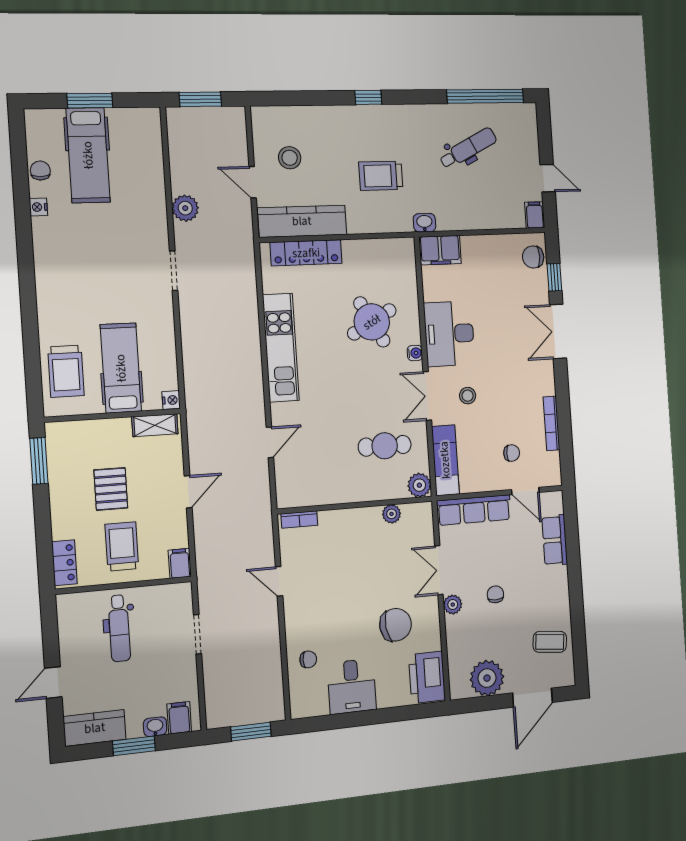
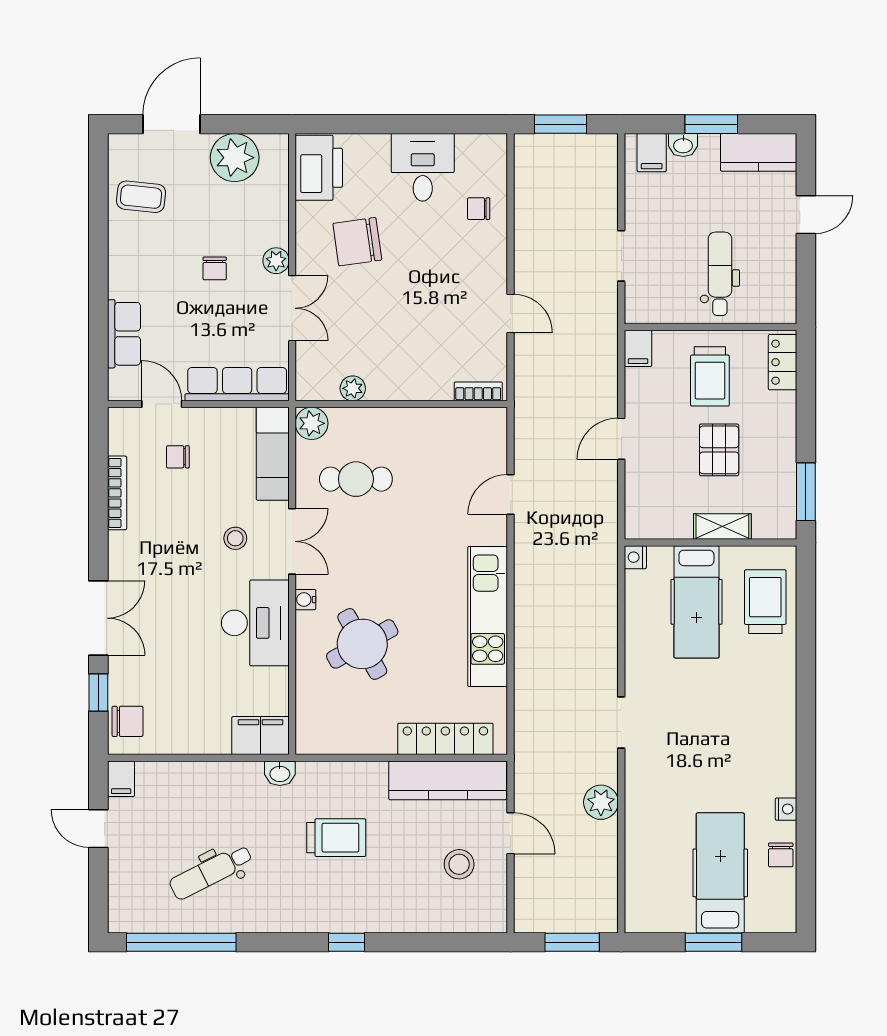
shelving: (155, 425) -> (722, 526), moved

